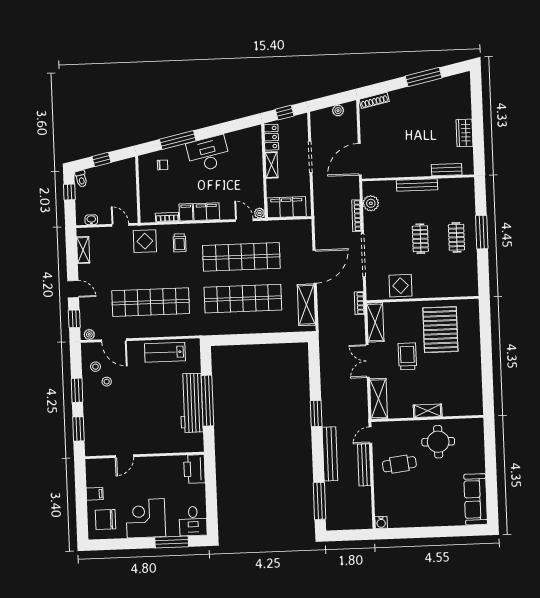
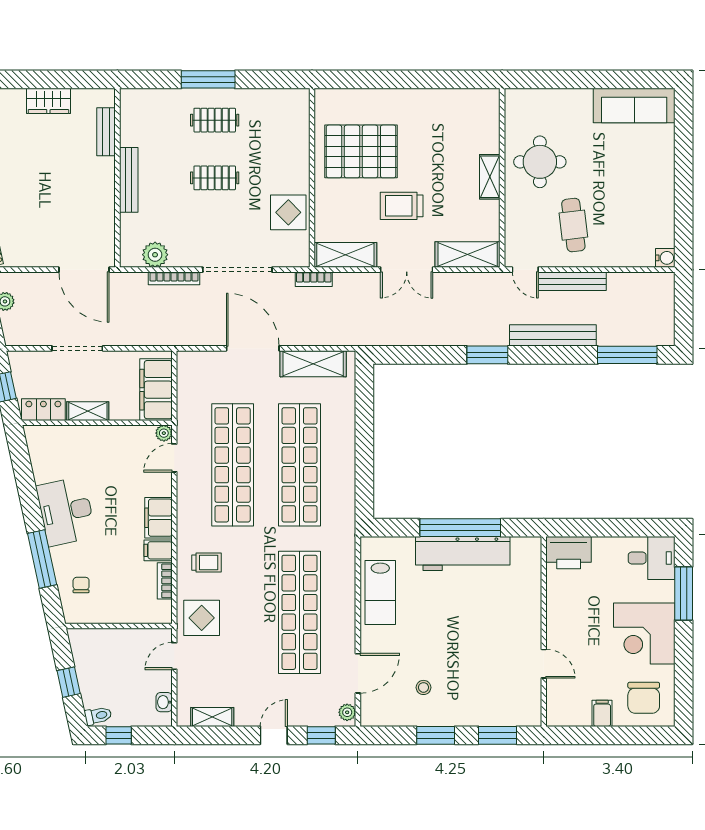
stool: (95, 367) -> (399, 704), removed

